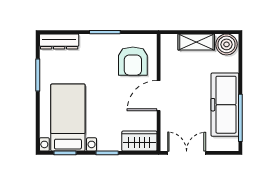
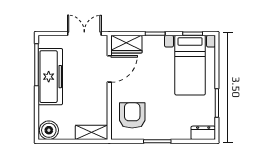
dresser: (59, 42) -> (203, 133), width x0.70
shelving: (196, 42) -> (92, 132), moved
door: (159, 96) -> (109, 69), moved
double door: (187, 153) -> (84, 34), swing flipped

